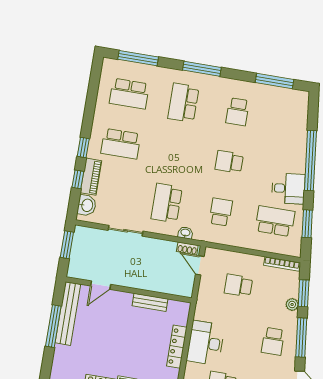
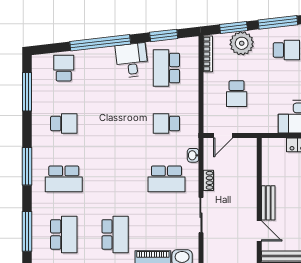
school desk: (229, 162) -> (64, 68), moved, turned 180
shoe rack: (187, 248) -> (208, 180), moved
bench: (150, 302) -> (268, 203), moved
plant: (292, 304) -> (242, 43), width x1.88, depth x1.88

